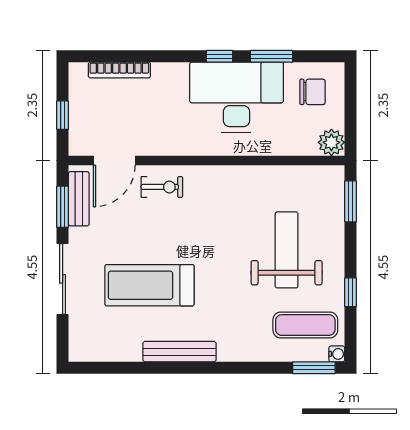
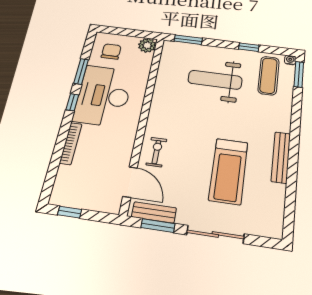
bookcase: (119, 70) -> (71, 143), moved
window: (63, 115) -> (69, 212), moved

